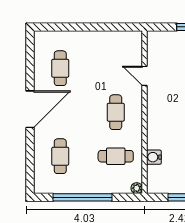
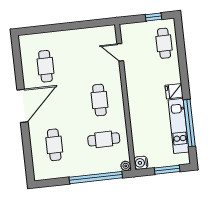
door: (145, 76) -> (120, 52), moved
water cooler: (154, 157) -> (141, 163), moved
window: (82, 197) -> (96, 178), moved

